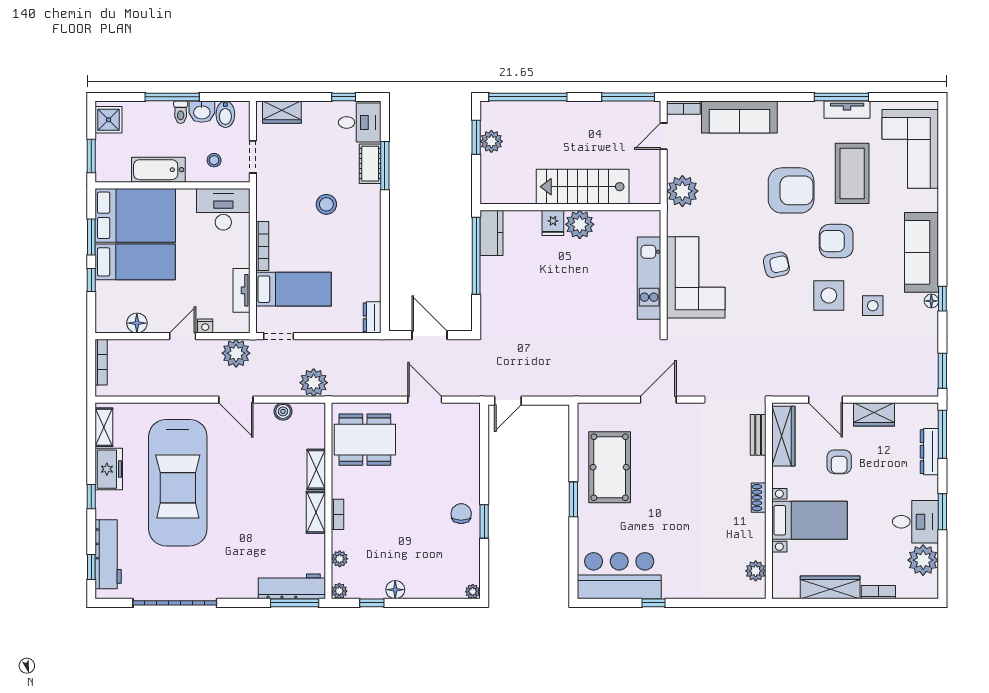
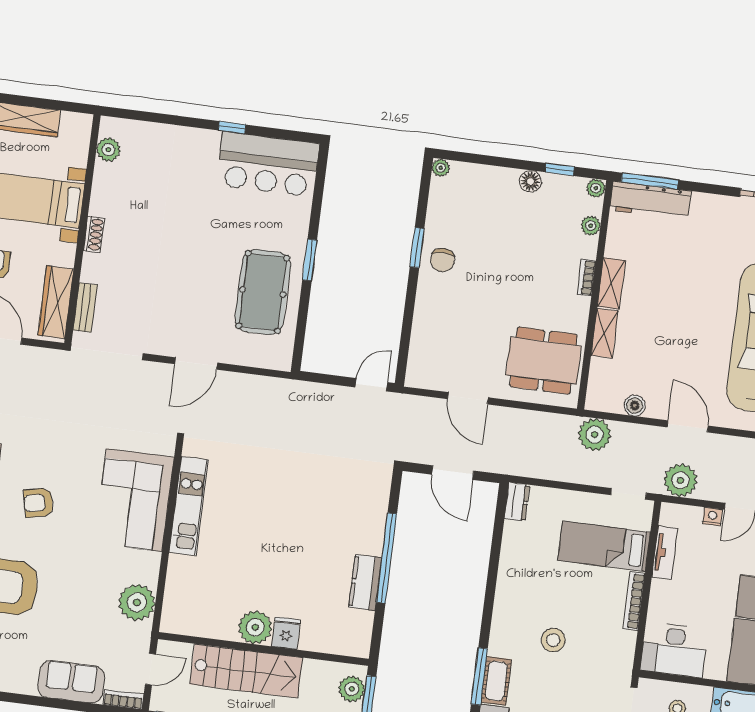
sofa: (739, 117) -> (71, 682), width x0.73
stairs: (583, 187) -> (246, 671), moved
wall: (570, 207) -> (263, 649), moved
fridge: (553, 223) -> (286, 633), moved
plant: (580, 224) -> (255, 627), moved

